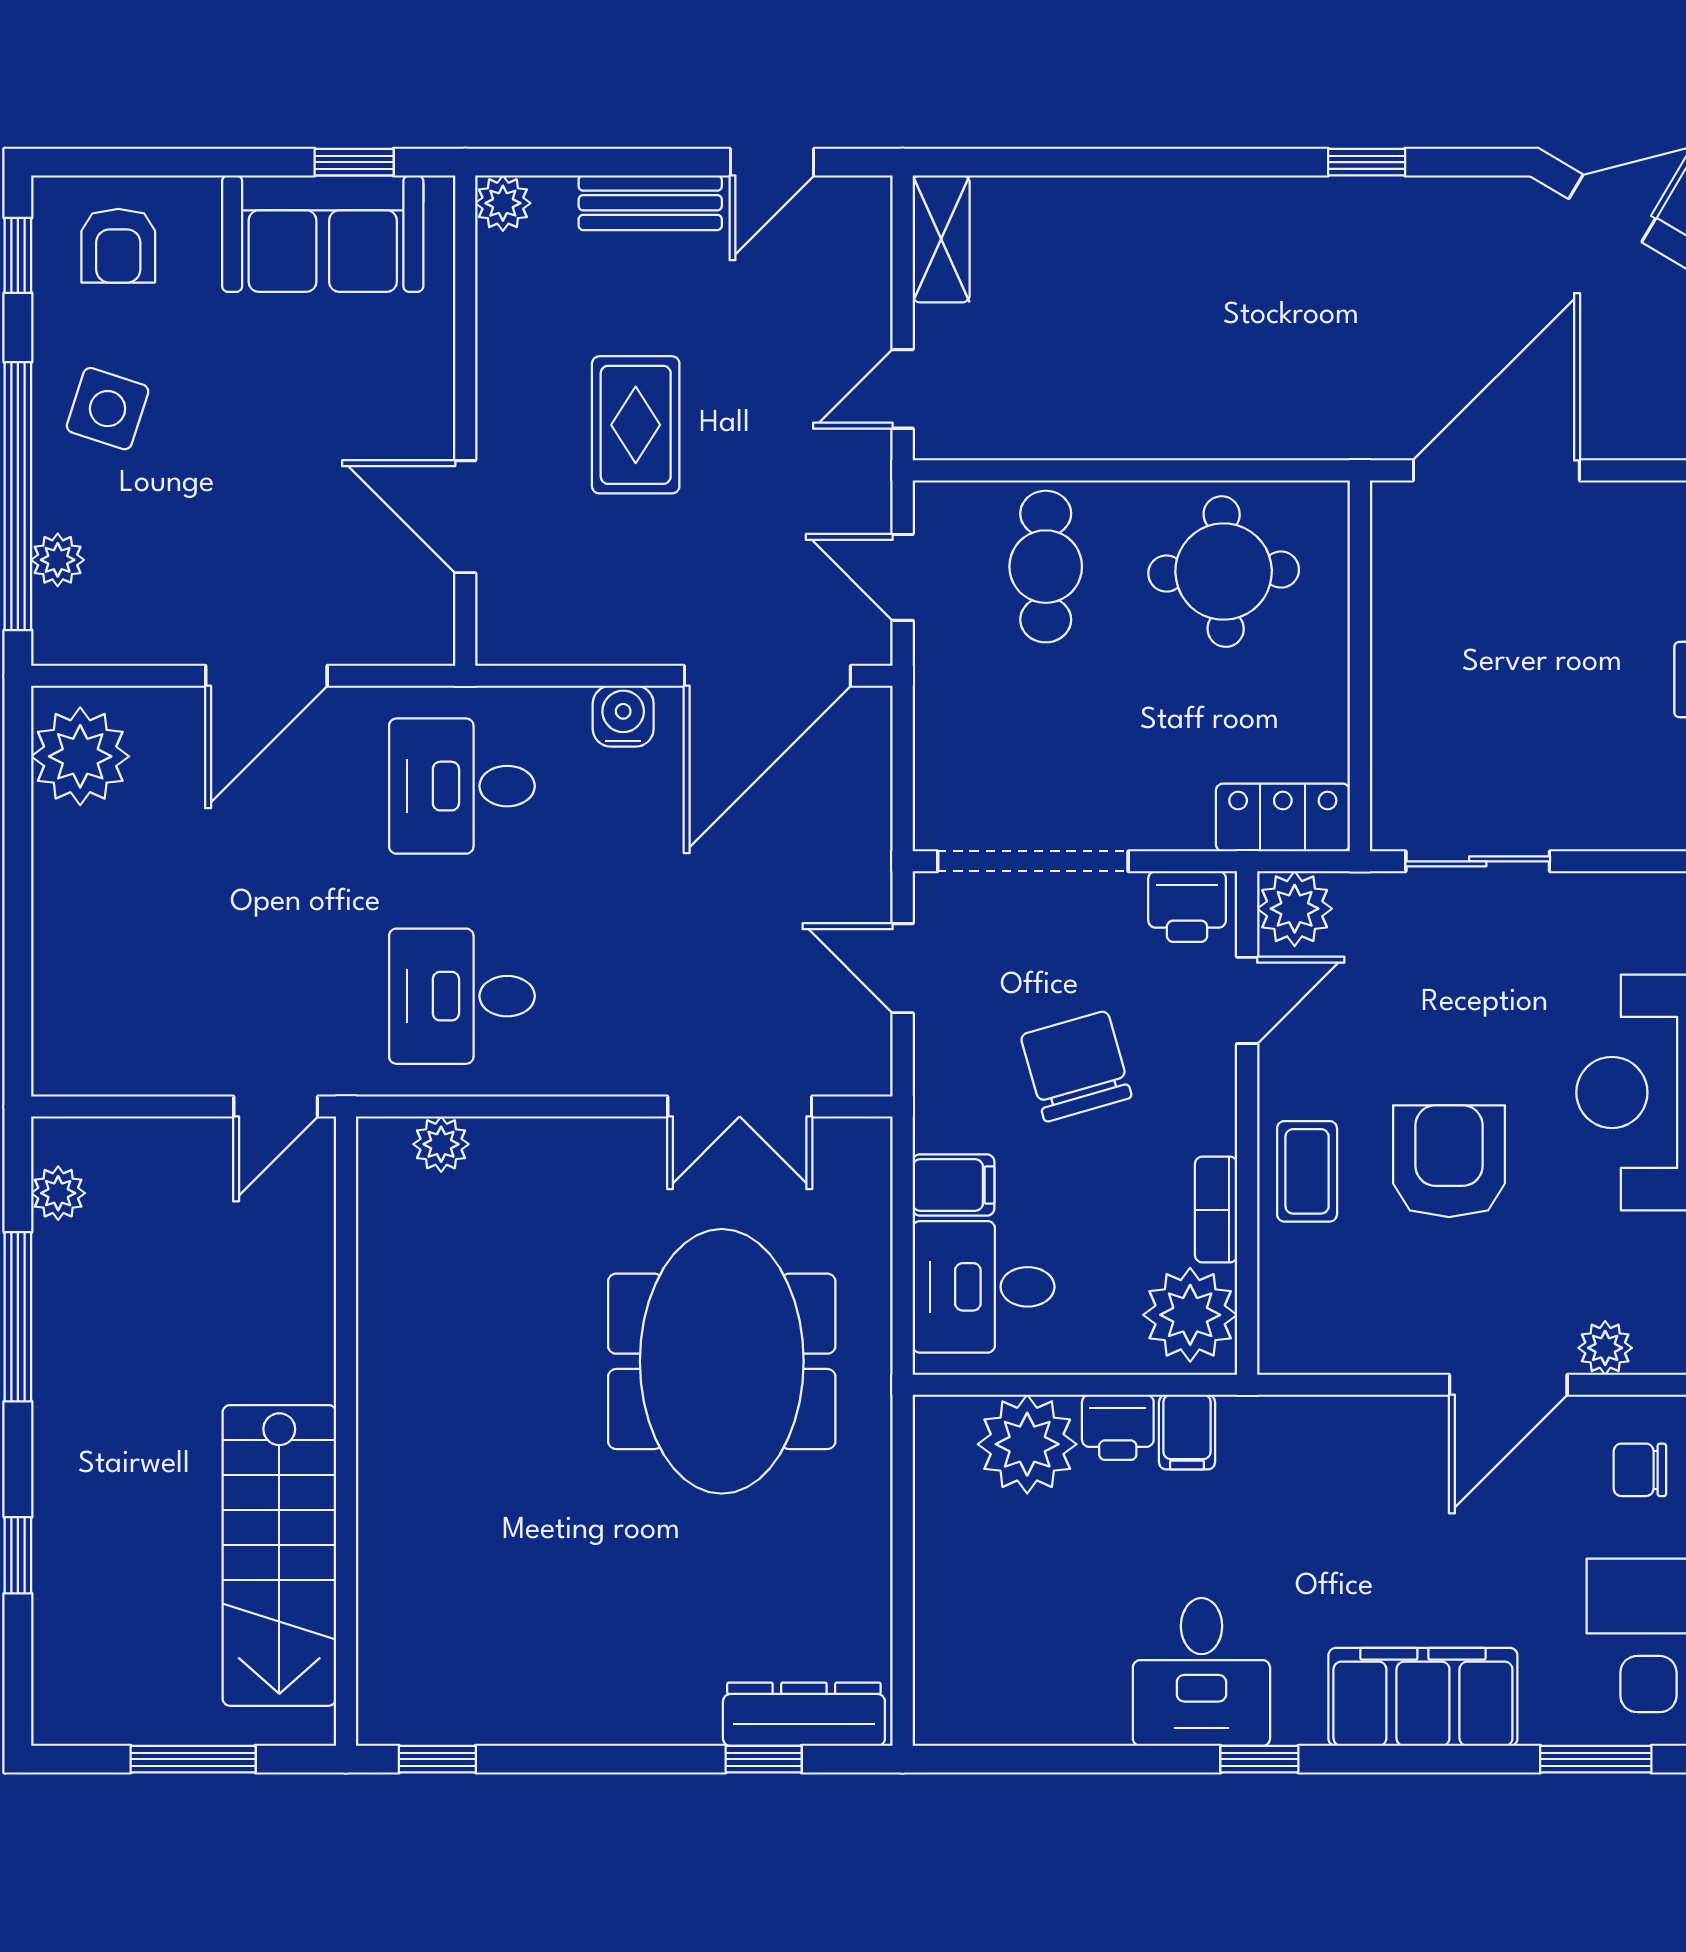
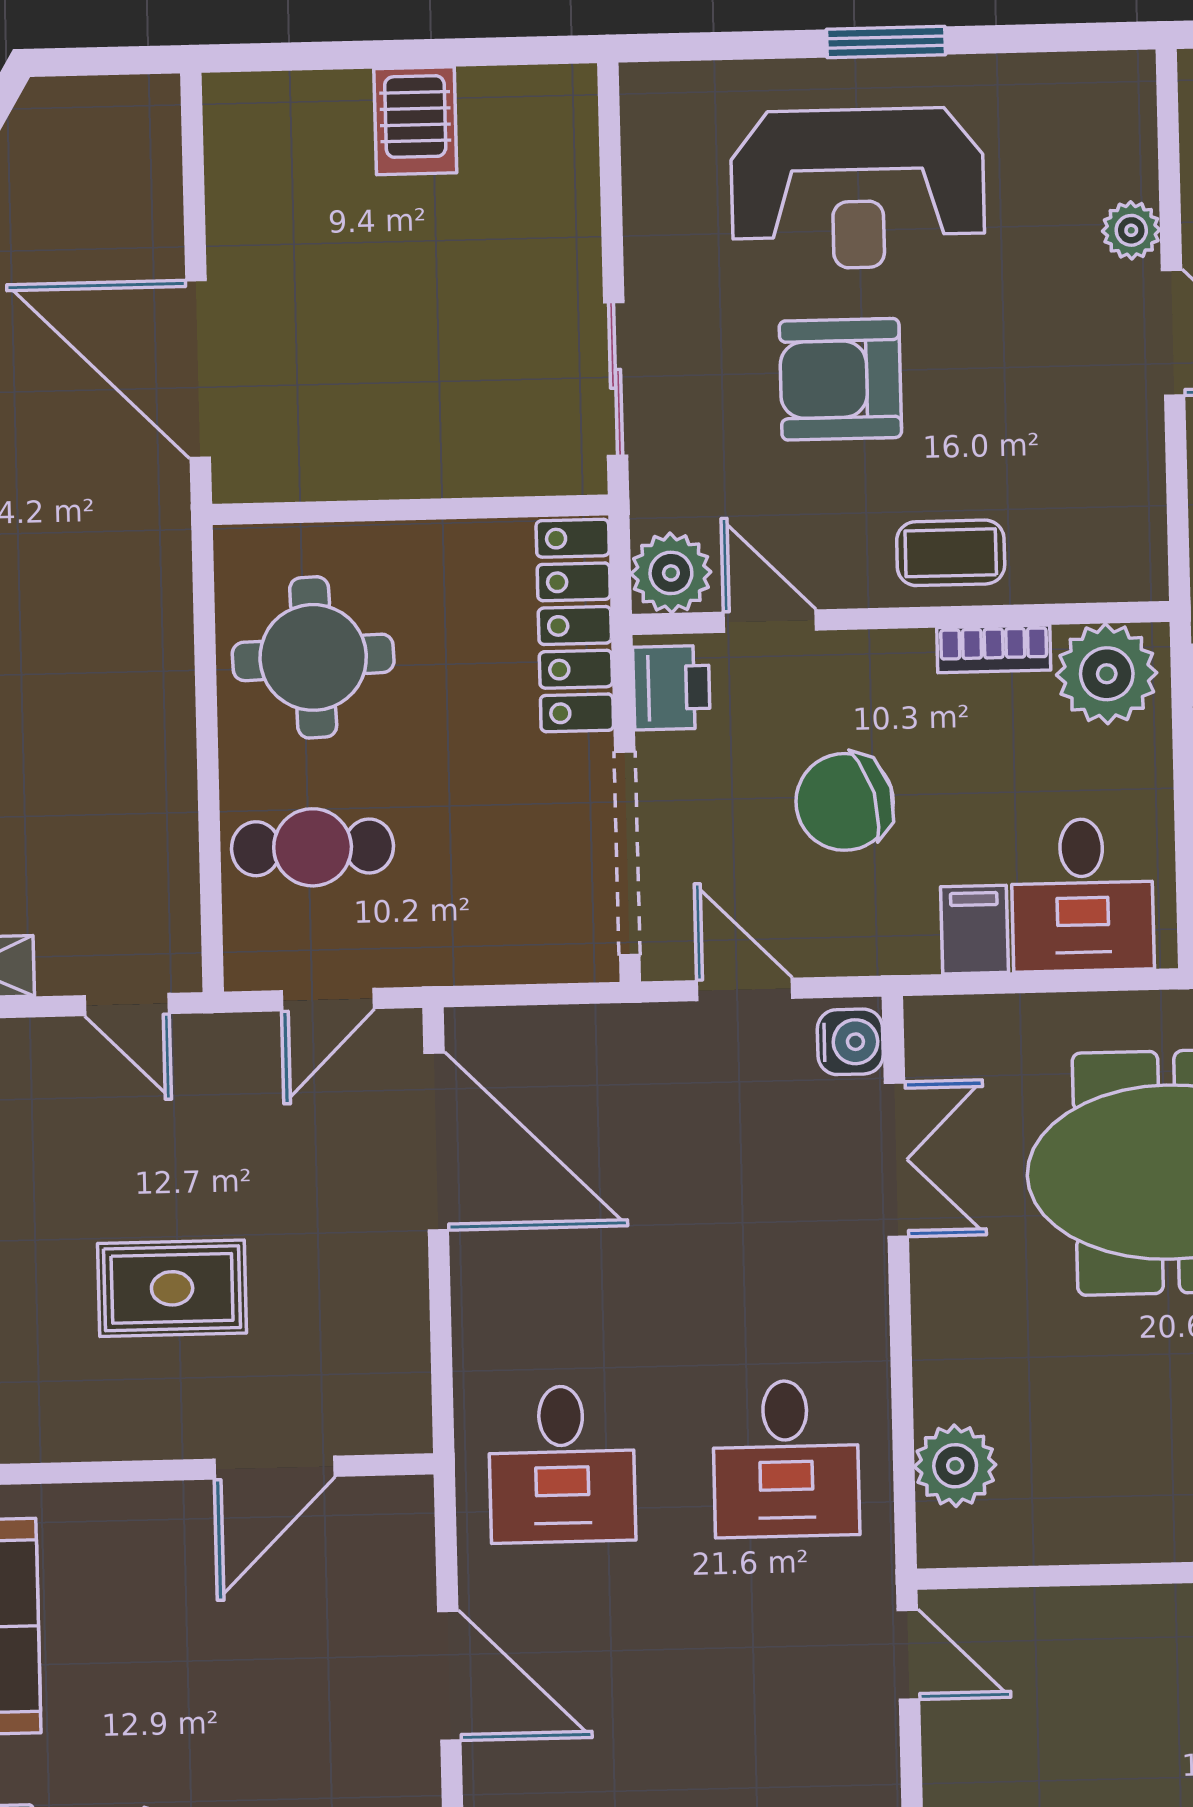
water cooler: (623, 716) -> (850, 1042), moved, turned 180
locker: (1283, 817) -> (575, 626), width x1.53
door: (903, 968) -> (745, 989), swing flipped
plant: (441, 1144) -> (955, 1466), width x1.38, depth x1.38
armchair: (1449, 1161) -> (840, 379), moved

